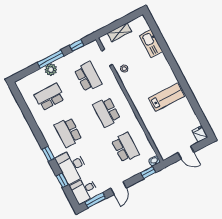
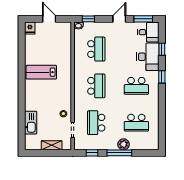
school desk: (68, 132) -> (136, 86), turned 90
school desk: (125, 147) -> (96, 49), turned 180

